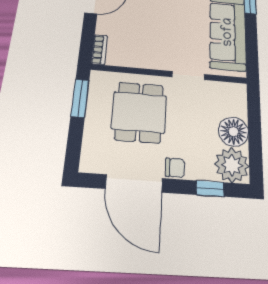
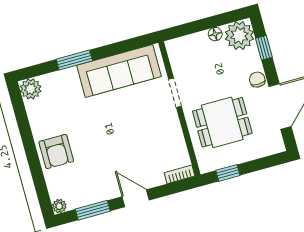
window: (80, 98) -> (228, 173), width x0.67
floor lamp: (233, 132) -> (215, 34), width x0.53, depth x0.53

